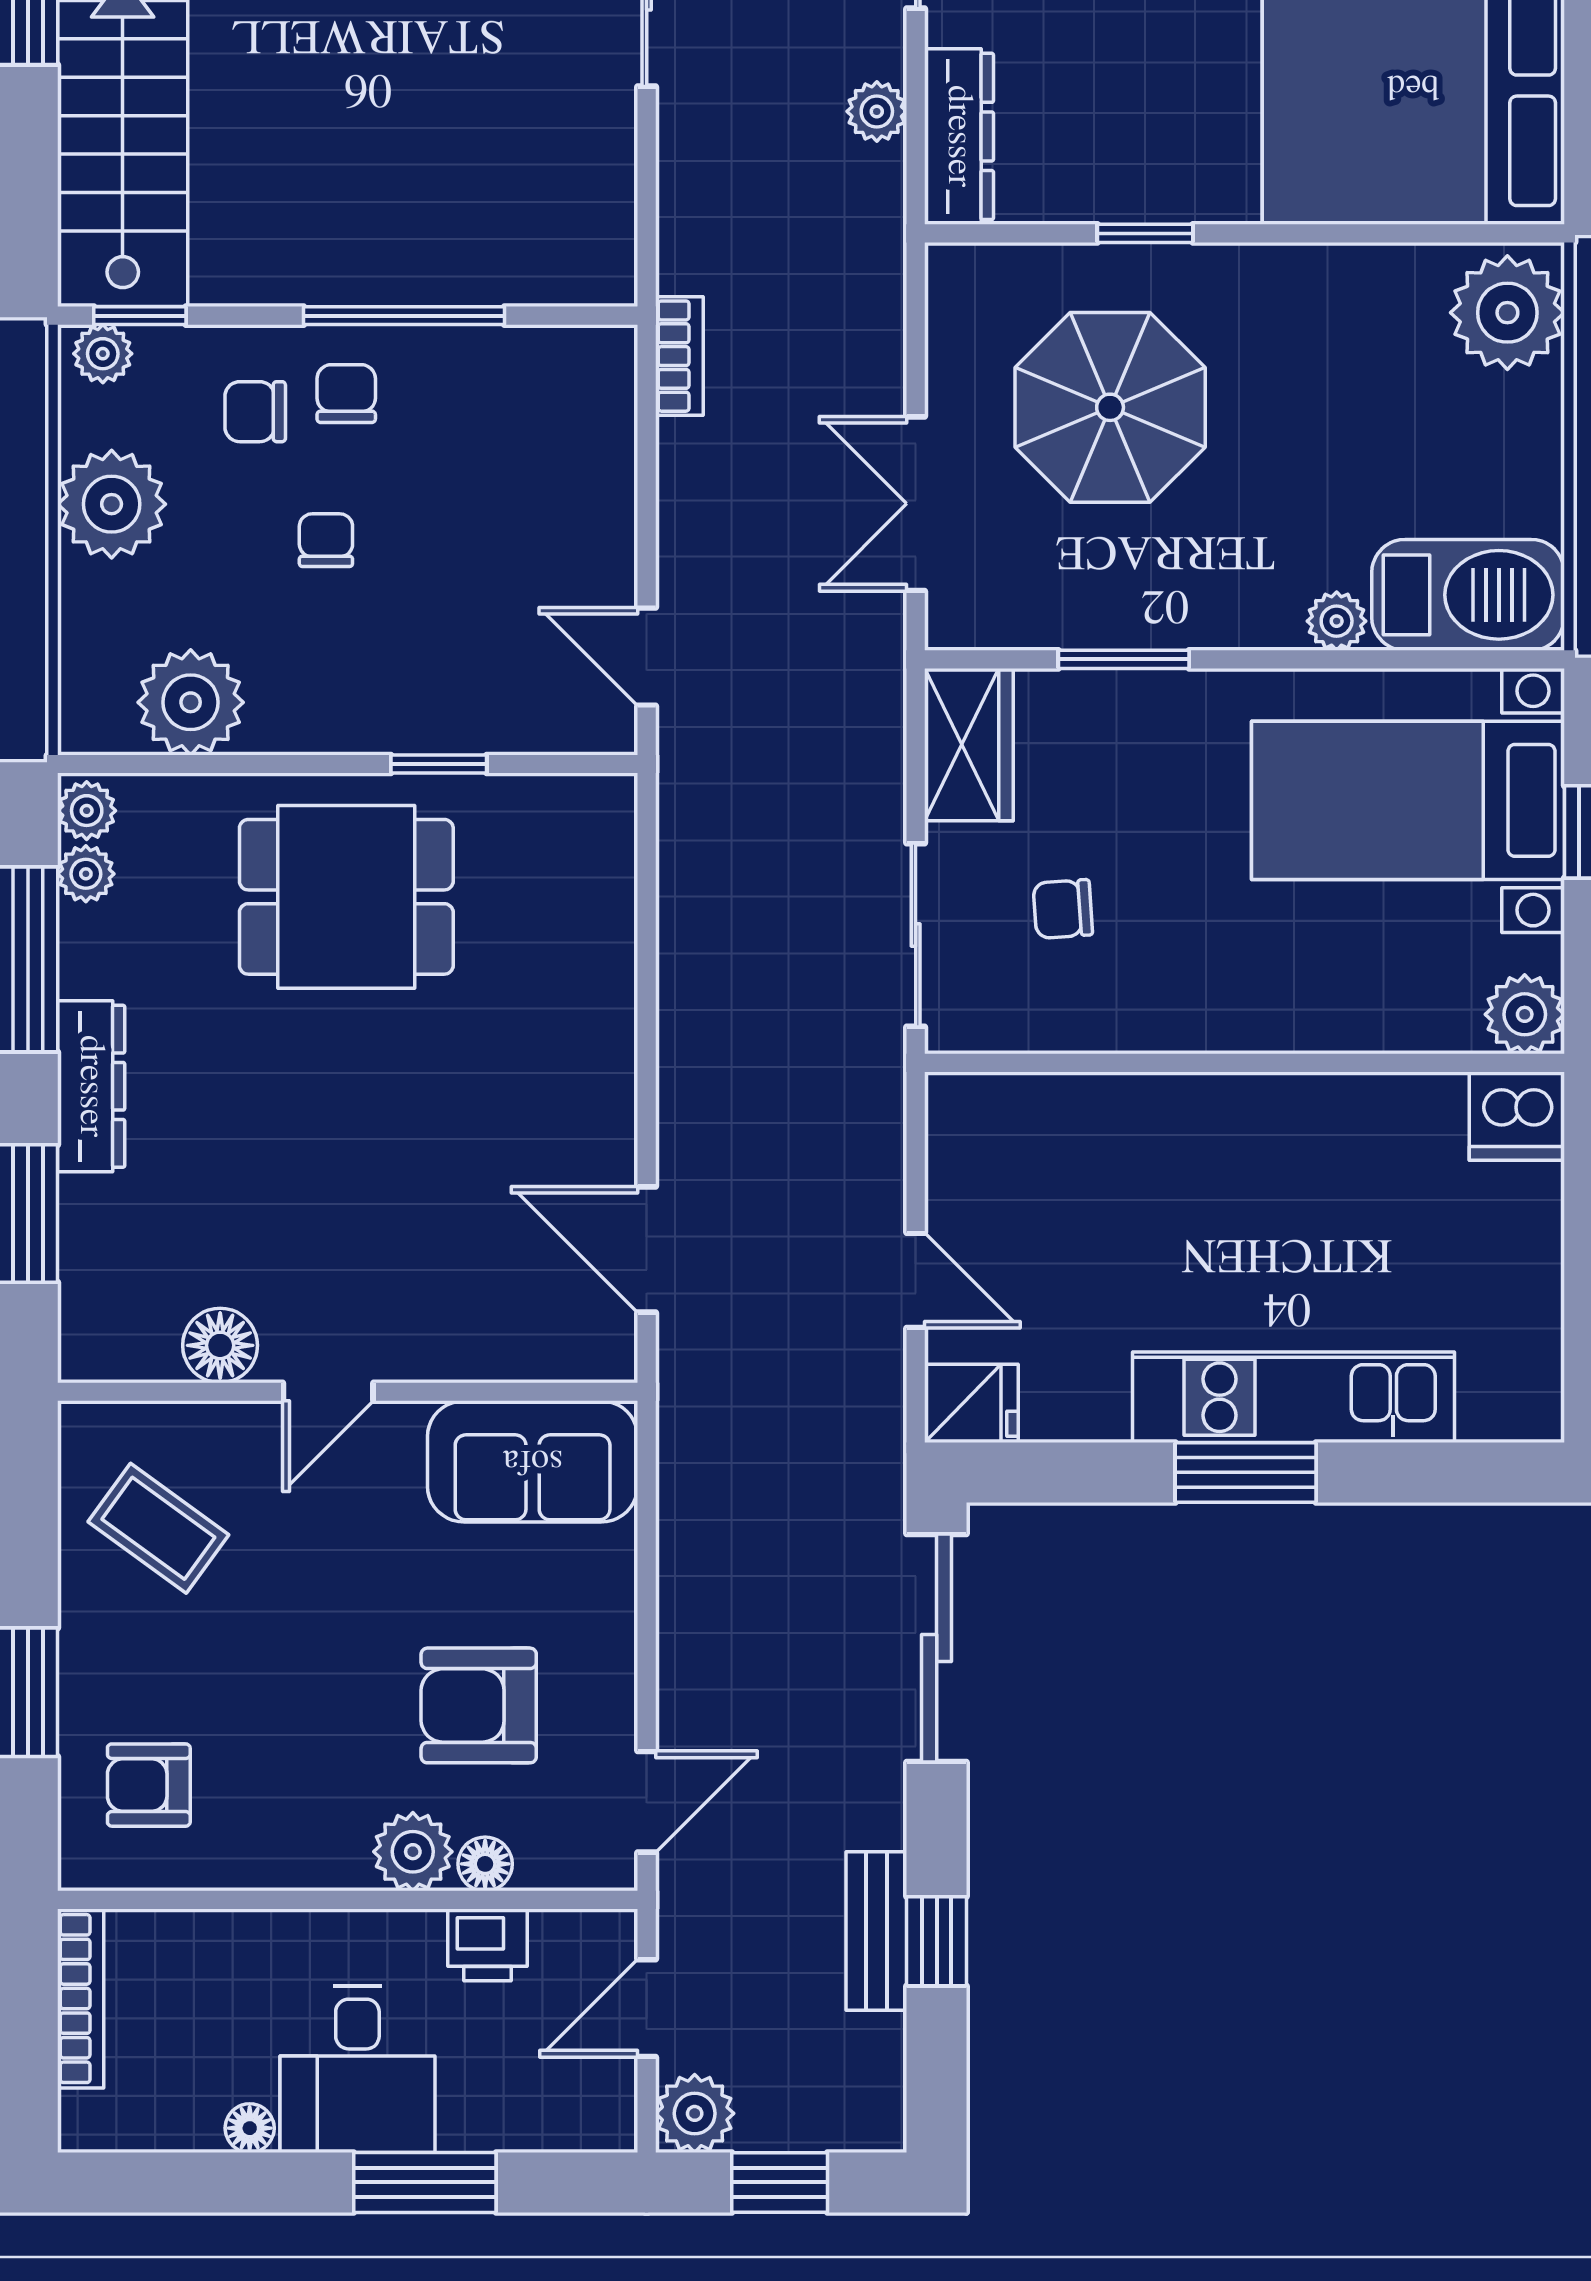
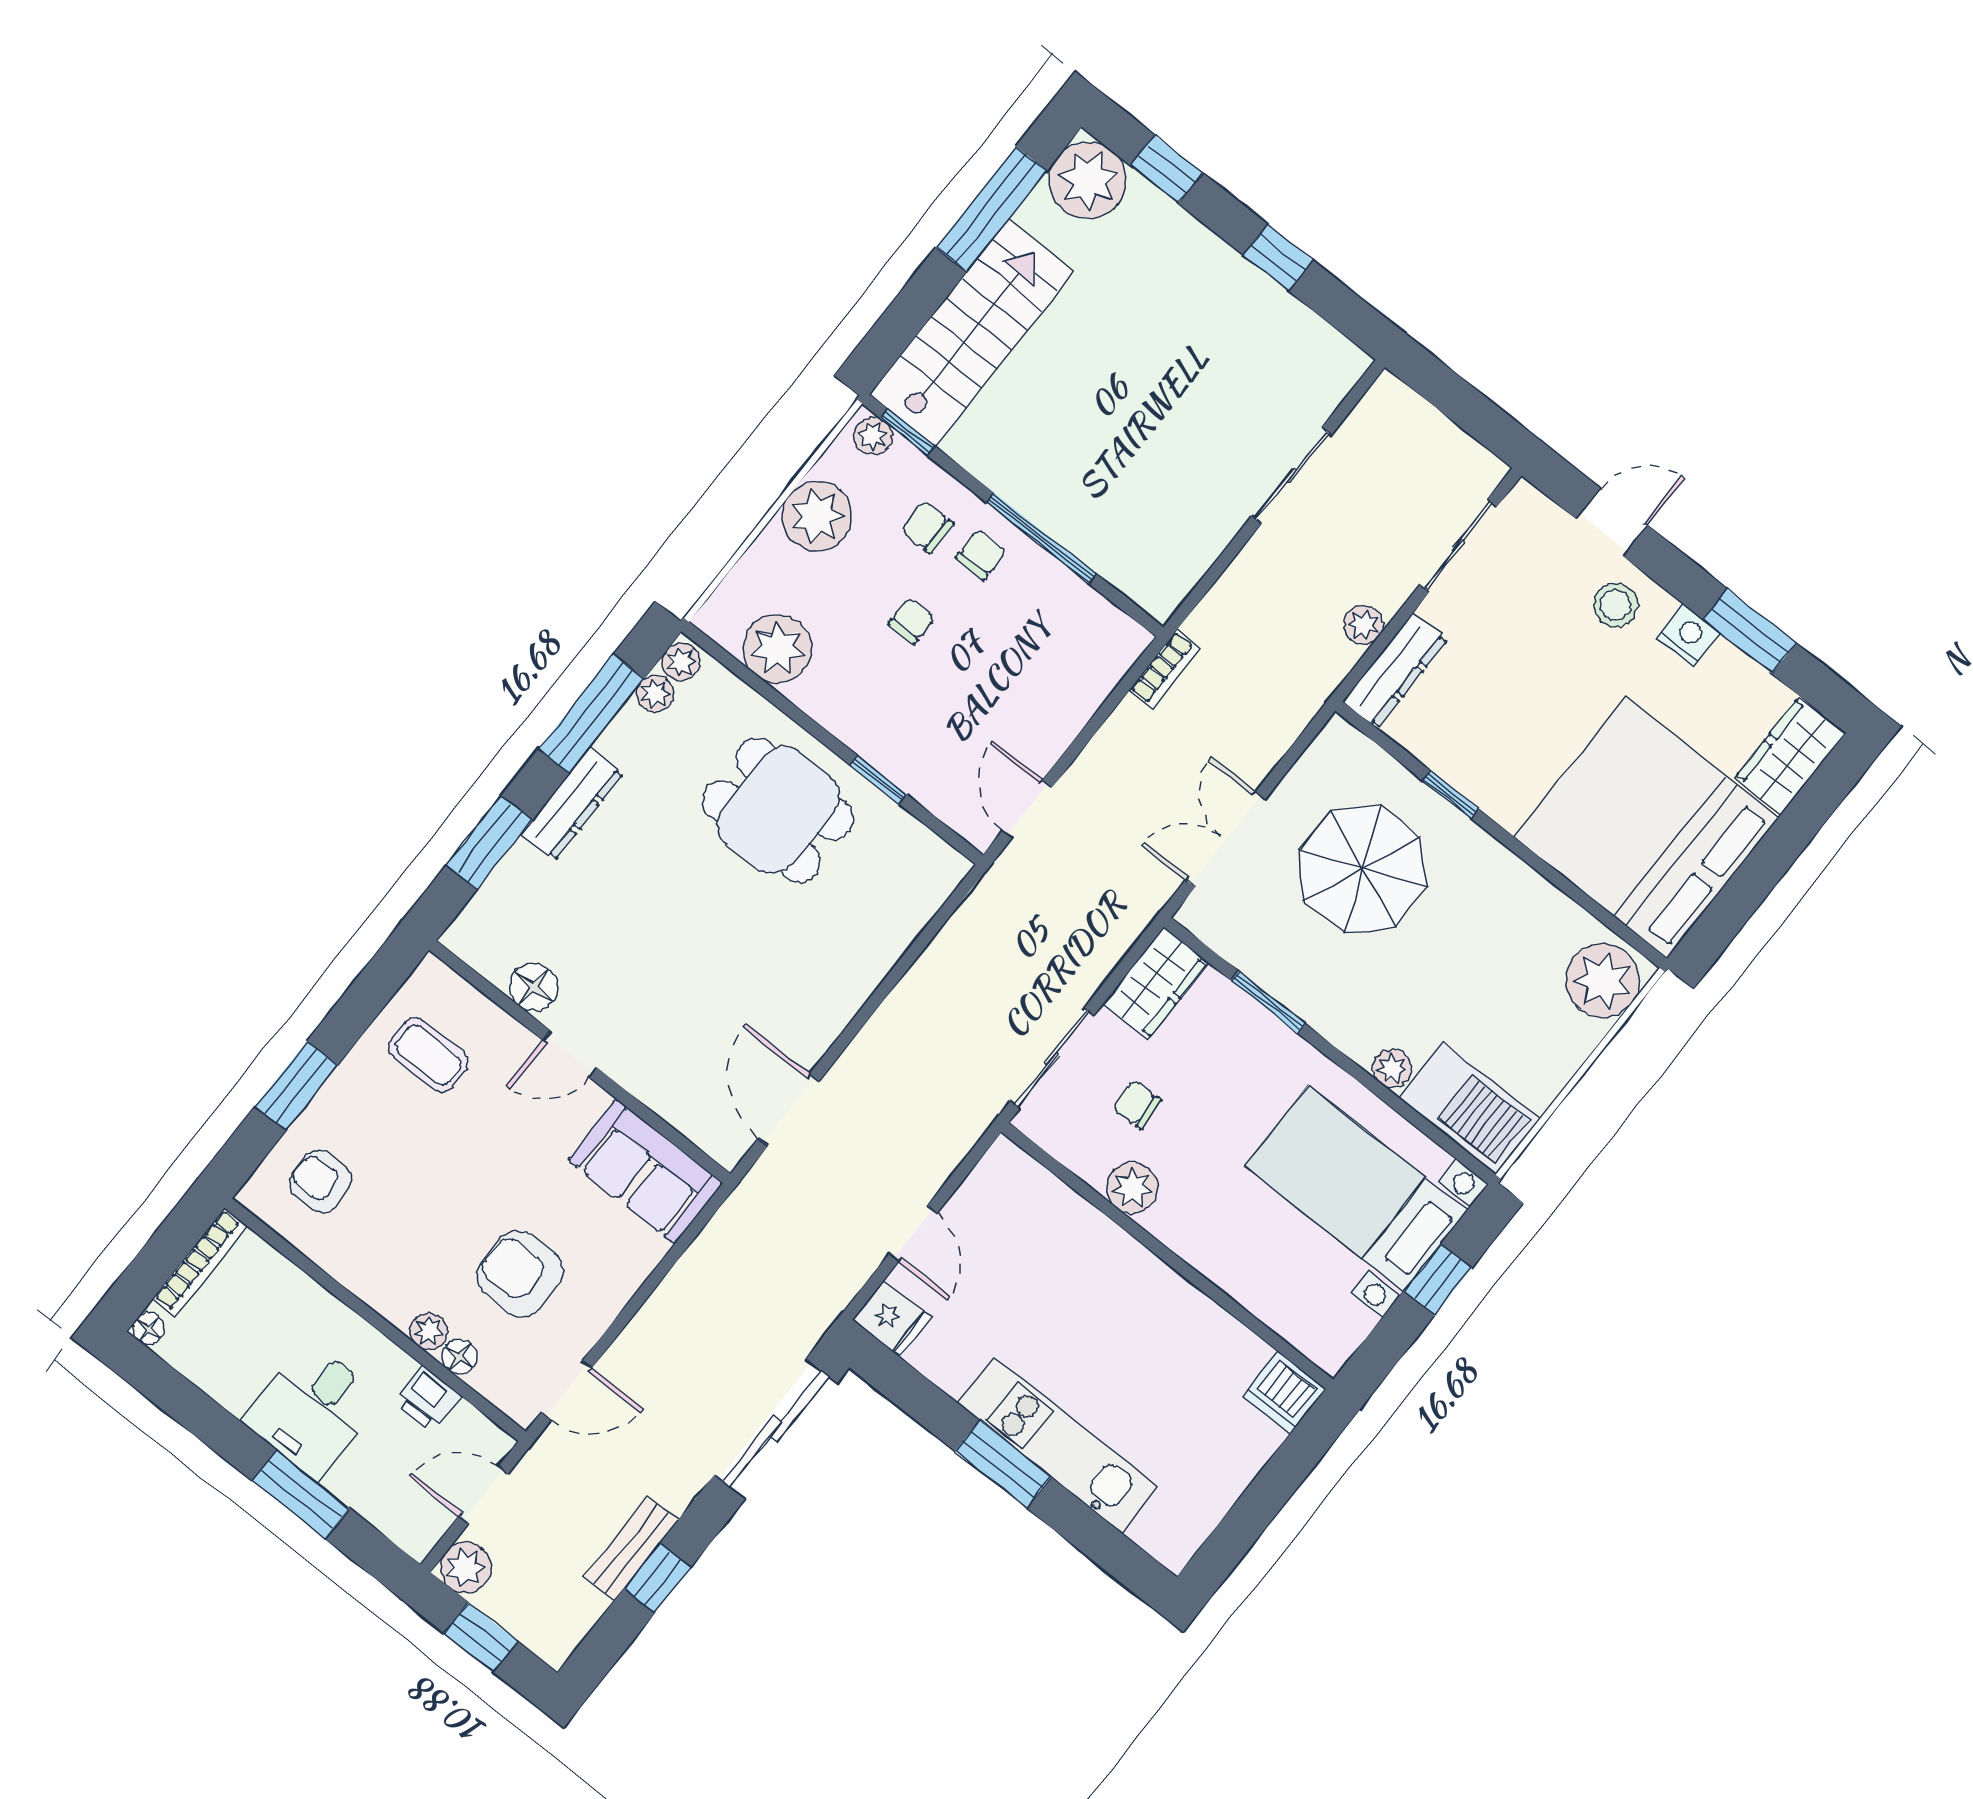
plant: (1525, 1014) -> (1132, 1188), moved
coffee table: (158, 1528) -> (429, 1055), turned -36
plant: (413, 1852) -> (429, 1331), width x0.73, depth x0.73
floor lamp: (250, 2128) -> (149, 1329), moved

